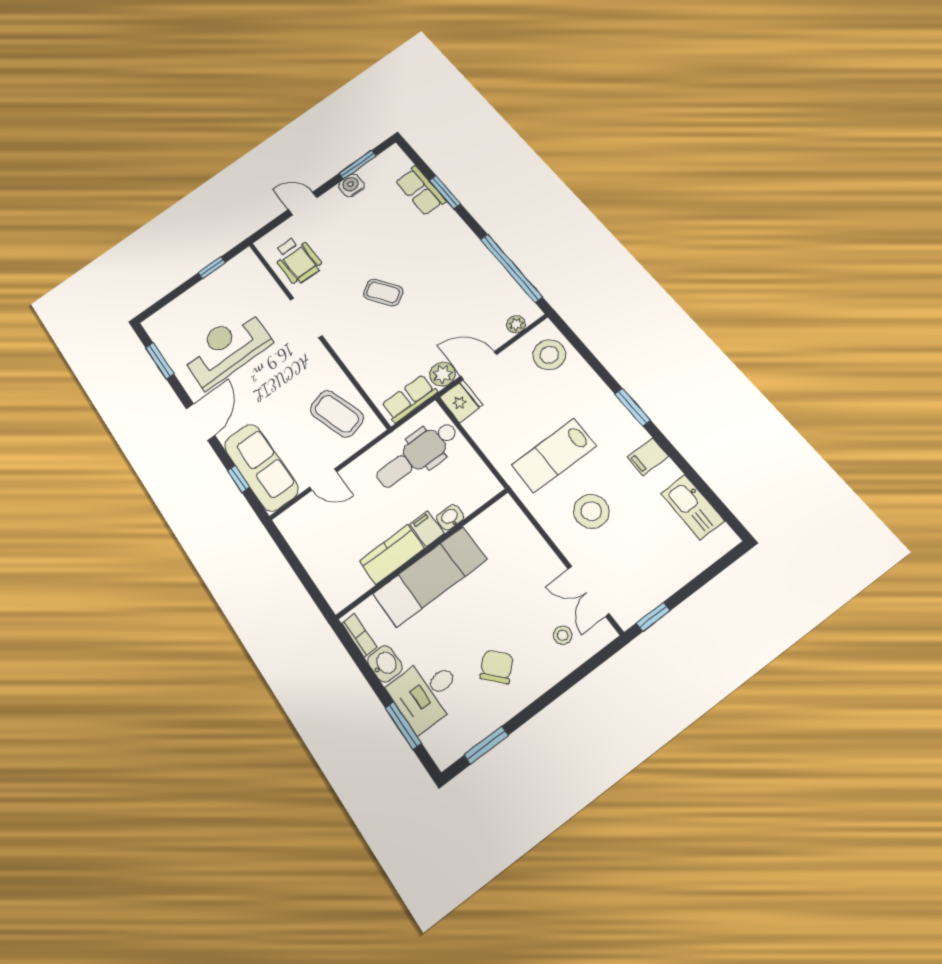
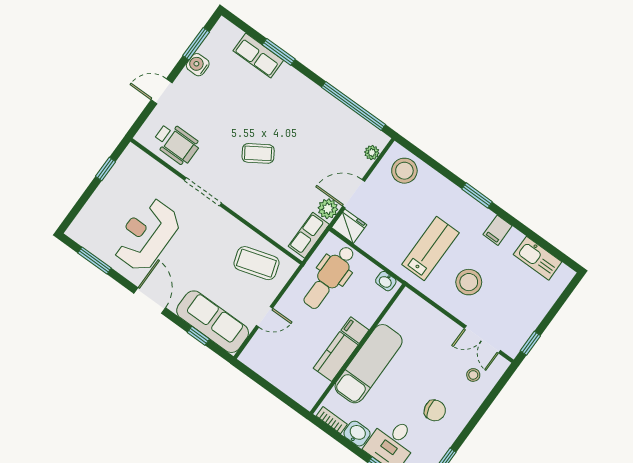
lab bench: (554, 455) -> (430, 249), turned 180
washbasin: (450, 517) -> (386, 281), moved, turned -90
chair: (497, 667) -> (435, 410), turned 122

